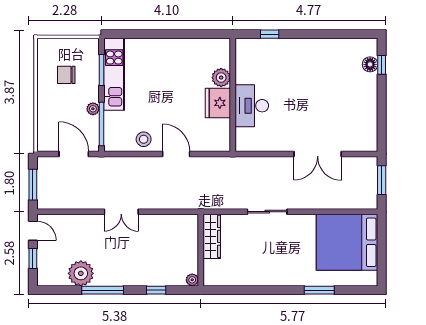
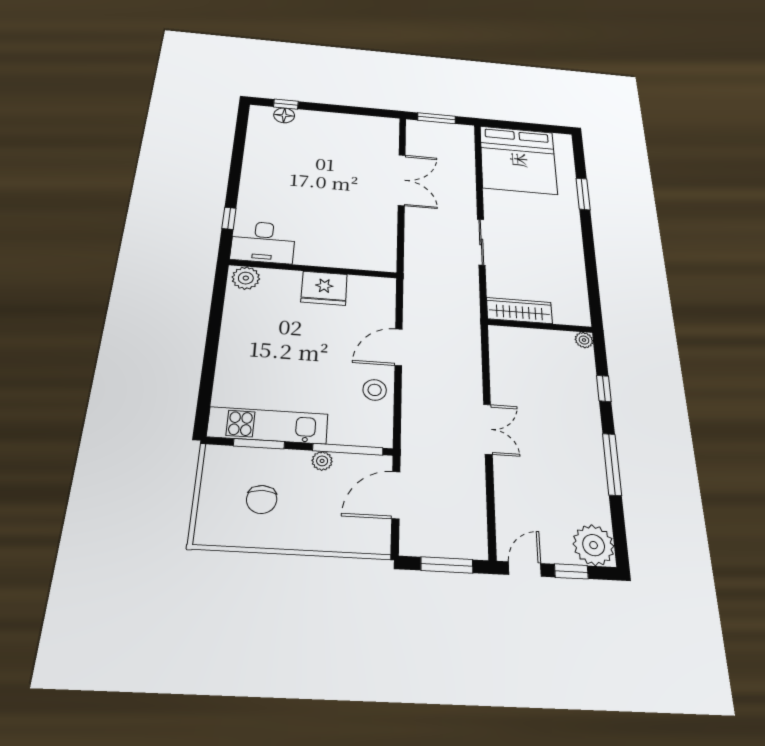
plant: (221, 78) -> (246, 278), moved
desk: (252, 106) -> (263, 242), moved
plant: (81, 273) -> (594, 545), moved

